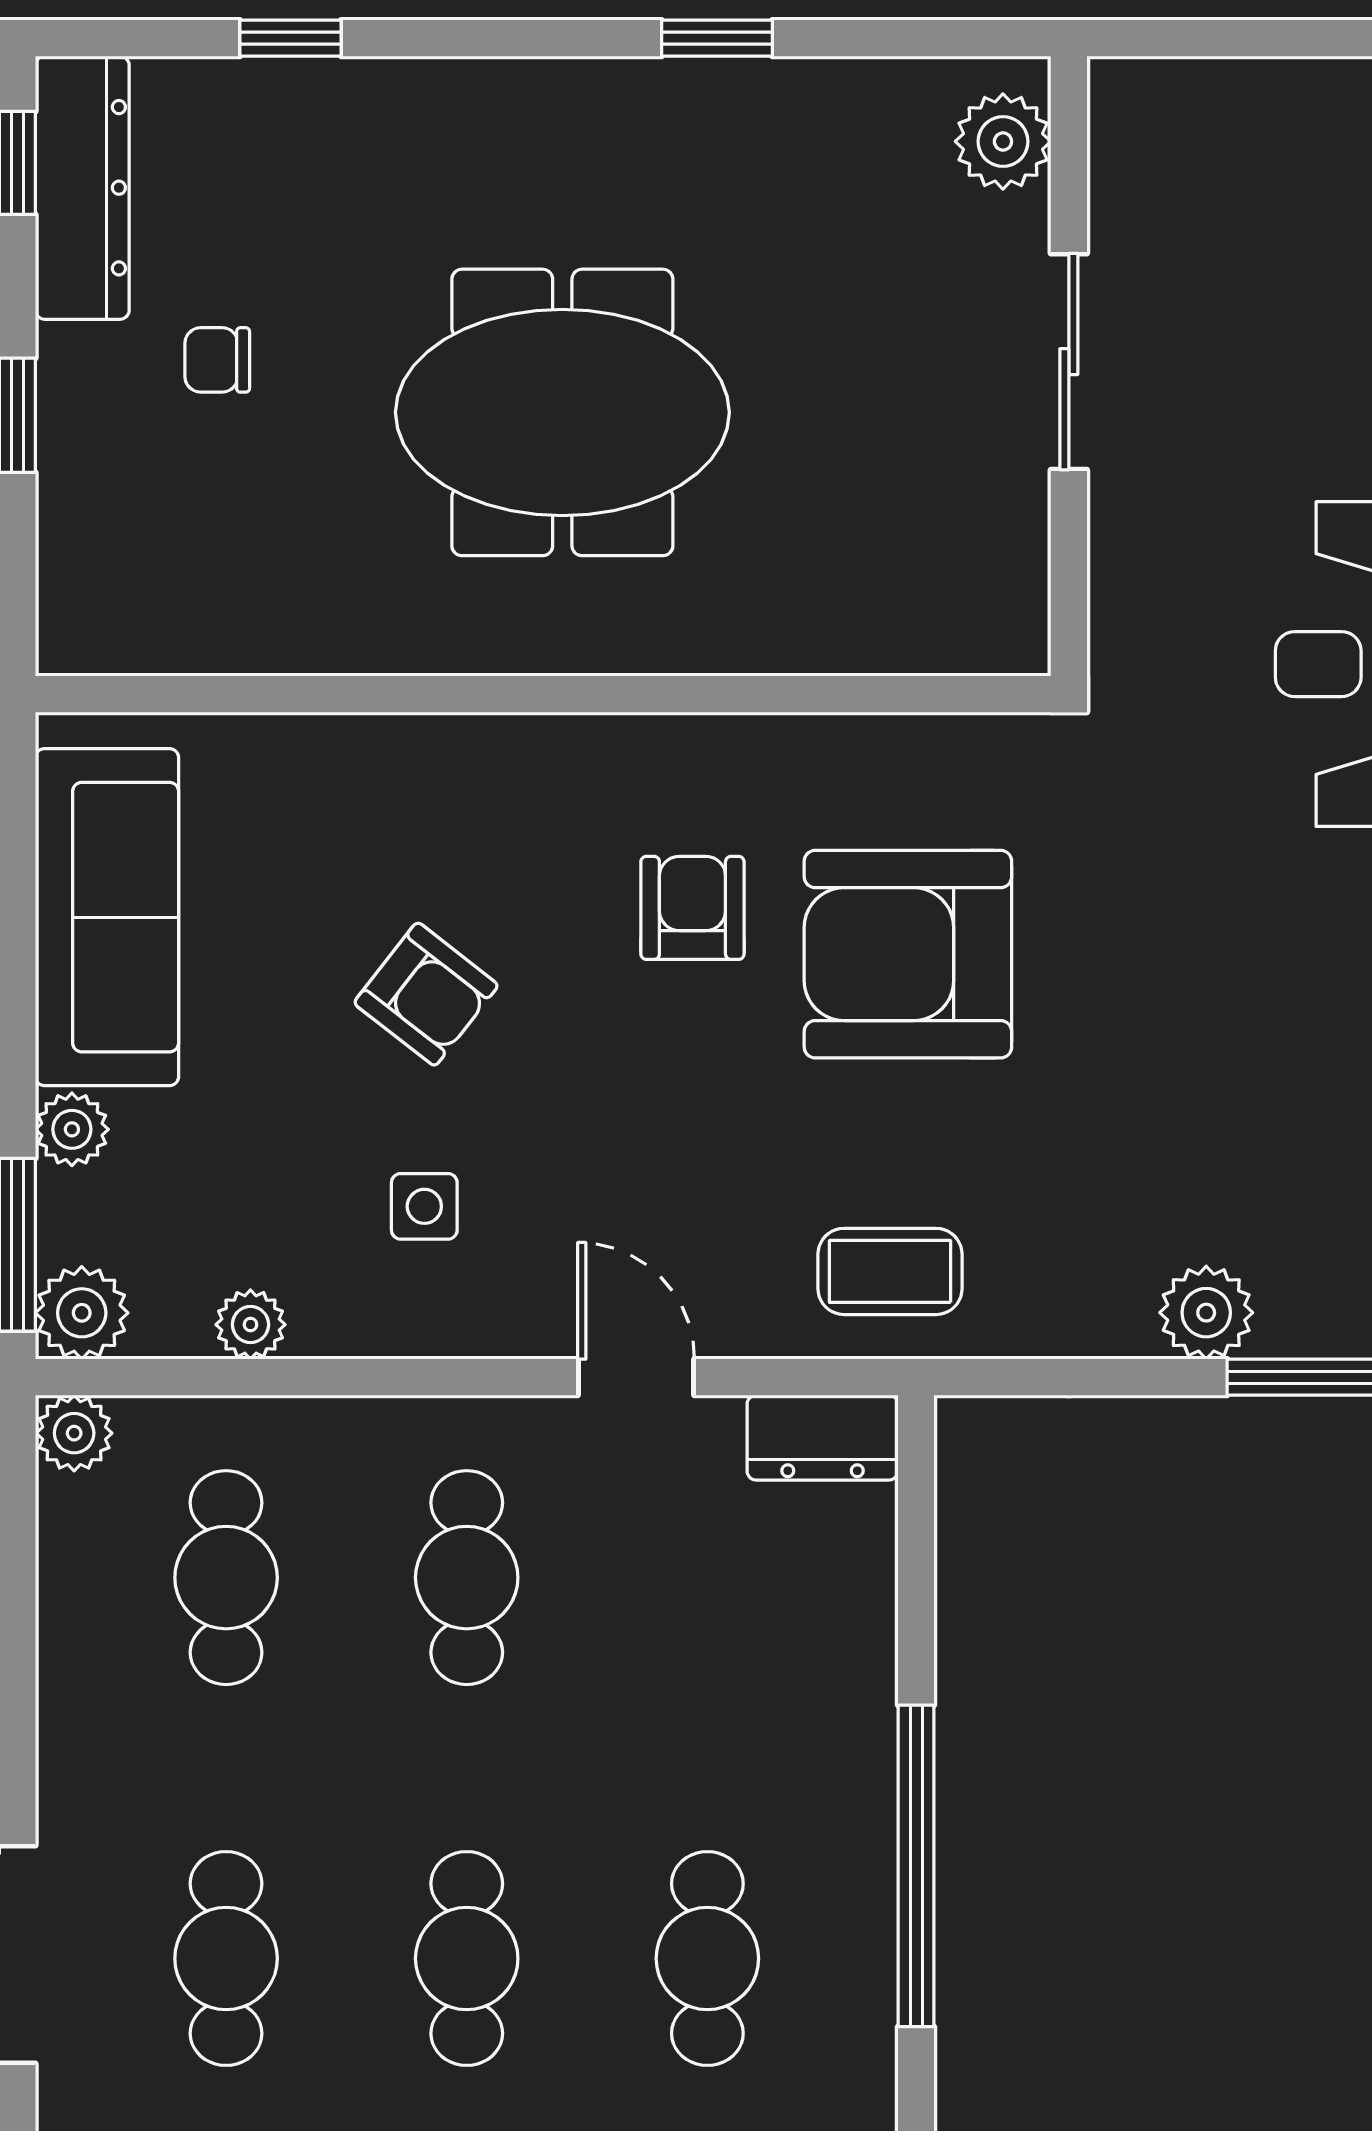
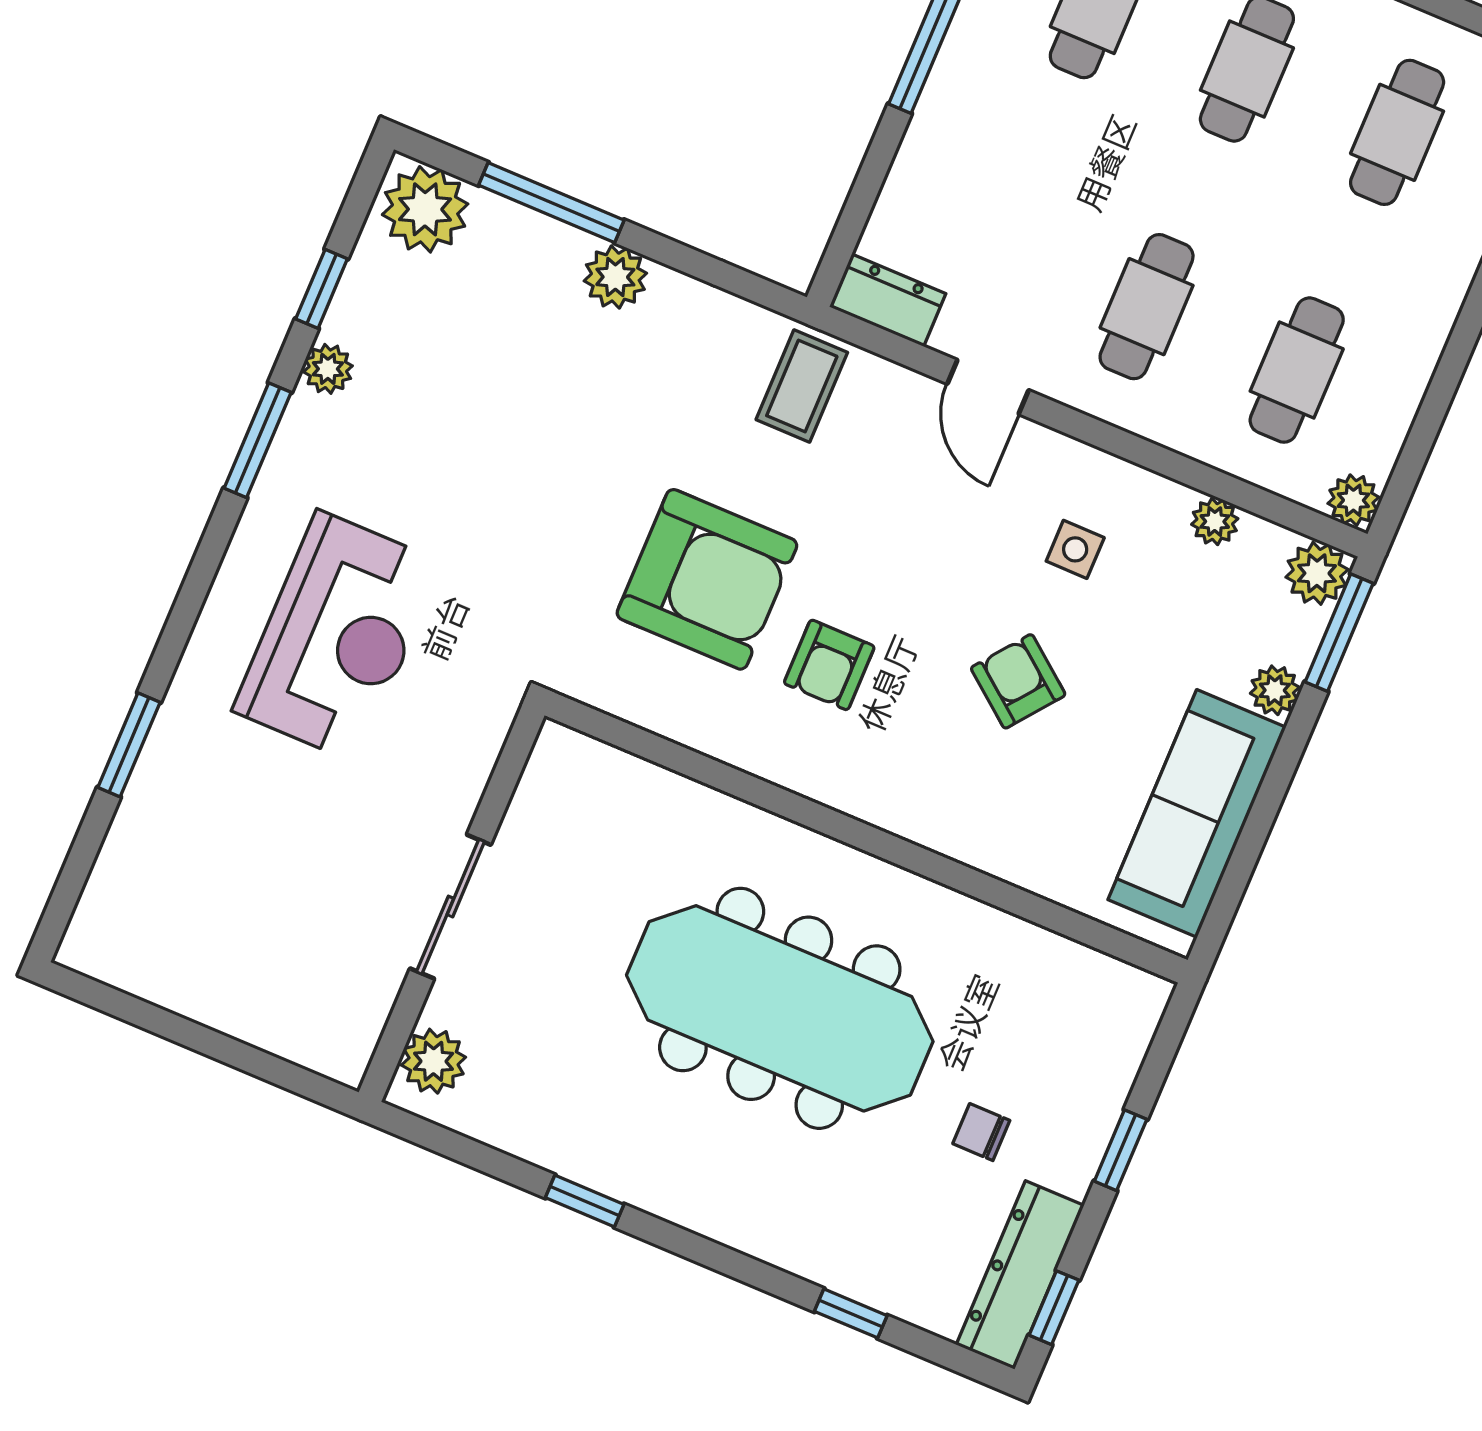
chair: (217, 360) -> (981, 1132), turned 180
meeting table: (562, 412) -> (780, 1008), width x1.36
coffee table: (890, 1271) -> (802, 386), turned 90

